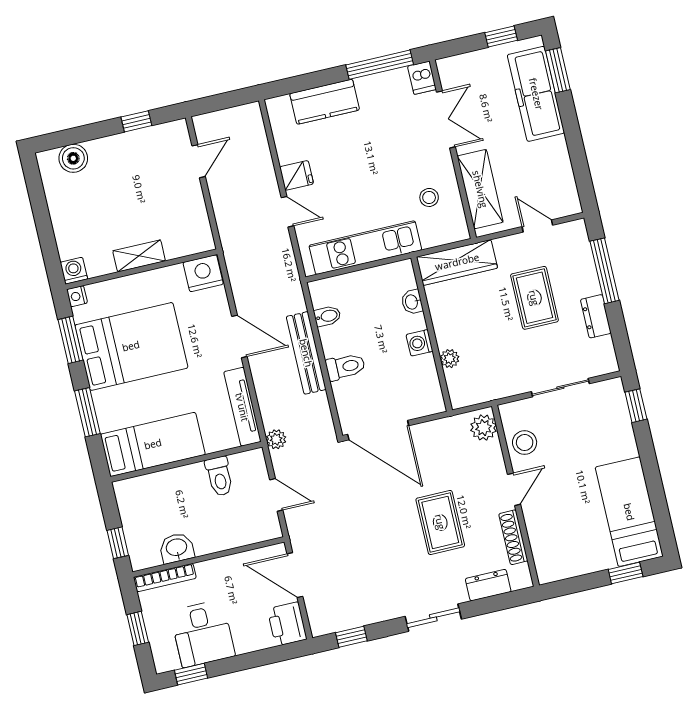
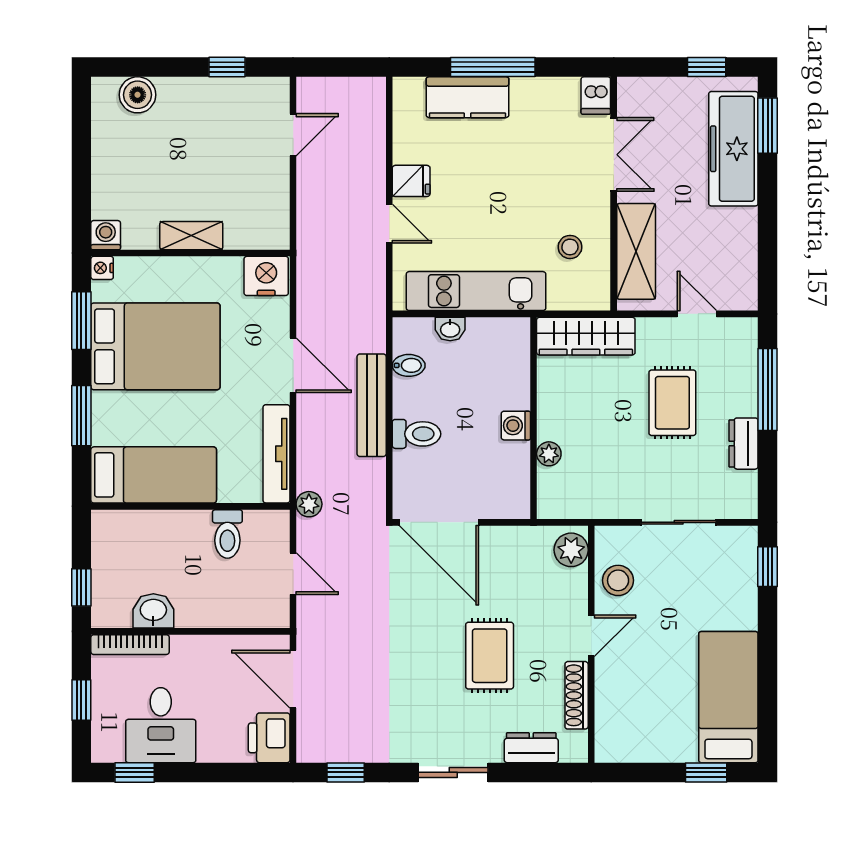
window: (380, 65) -> (493, 67), moved
washbasin: (412, 302) -> (450, 329), moved, turned -90

